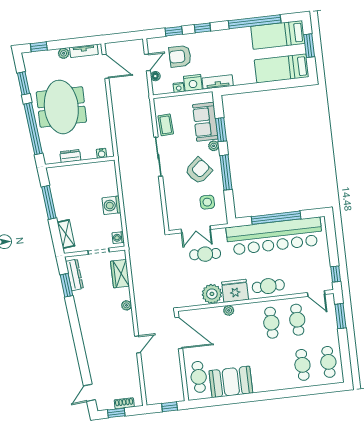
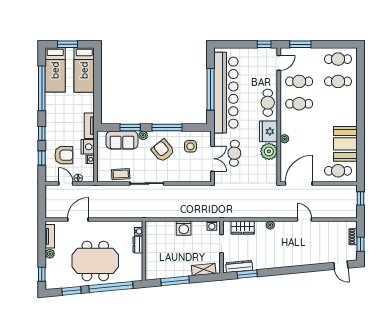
armchair: (180, 56) -> (64, 155), turned -90
door: (105, 66) -> (78, 219), moved
dresser: (70, 156) -> (138, 245), moved

